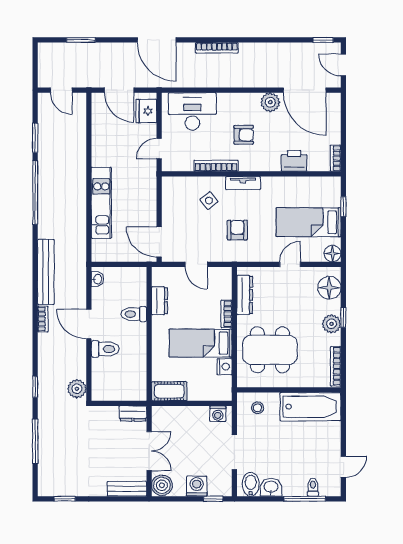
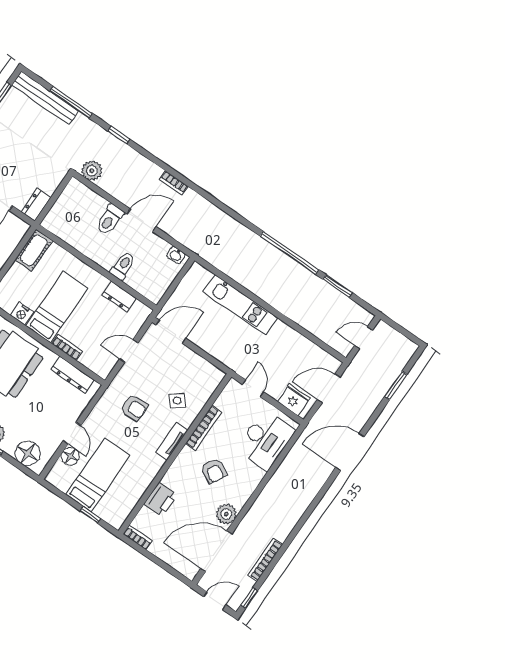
bookcase: (217, 48) -> (265, 560), moved
armchair: (244, 135) -> (214, 471), turned -61
floor lamp: (332, 253) -> (70, 456), moved
bench: (46, 272) -> (45, 98), moved

